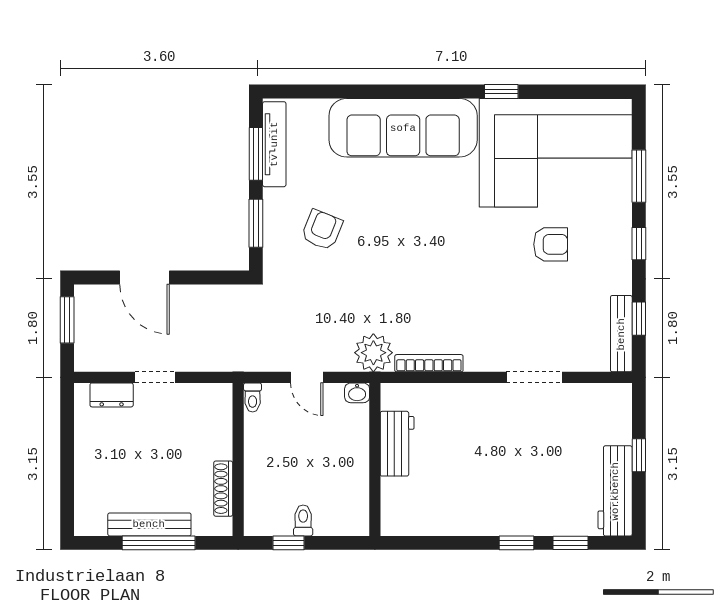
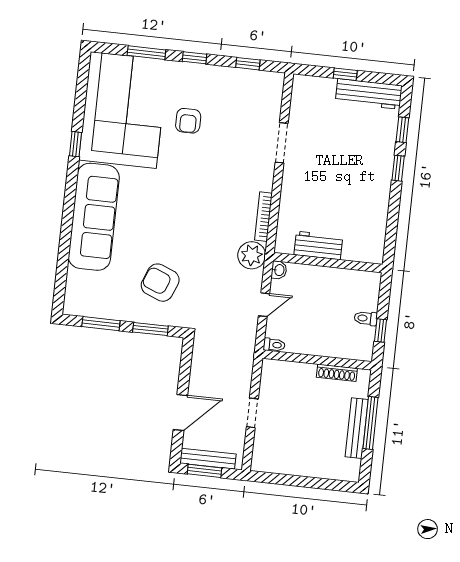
tv unit: (274, 144) -> (95, 310), removed
armchair: (322, 230) -> (160, 283), width x1.38, depth x1.38
armchair: (551, 244) -> (188, 121), turned 180
bench: (621, 334) -> (208, 459), moved
dresser: (112, 395) -> (261, 445), removed

